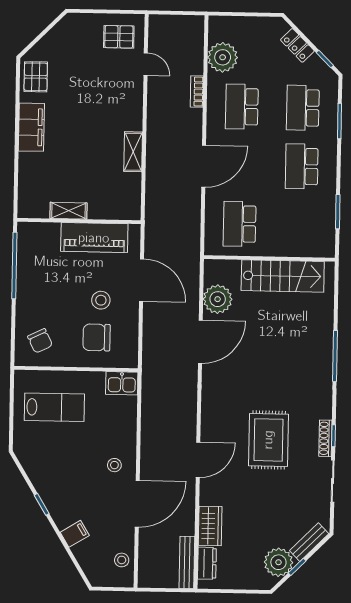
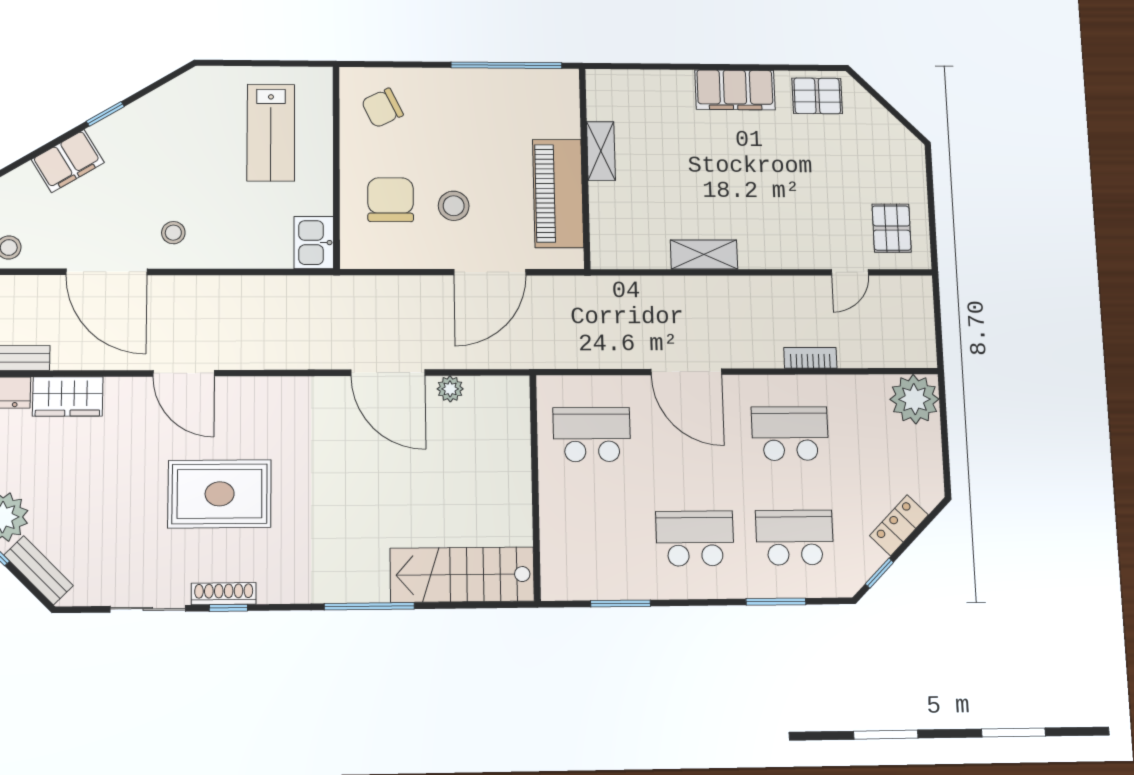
plant: (223, 57) -> (914, 399), moved
stairs: (283, 276) -> (462, 575), moved, turned 90
plant: (218, 299) -> (450, 389), width x0.53, depth x0.53
filing cabinet: (75, 534) -> (68, 161), width x2.00

